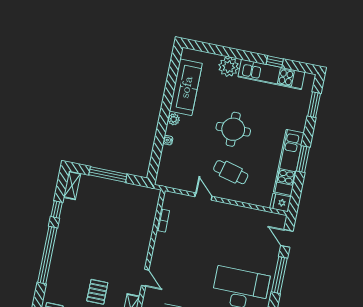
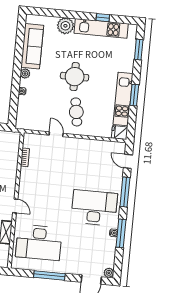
cafe table: (231, 172) -> (76, 112), turned 67

